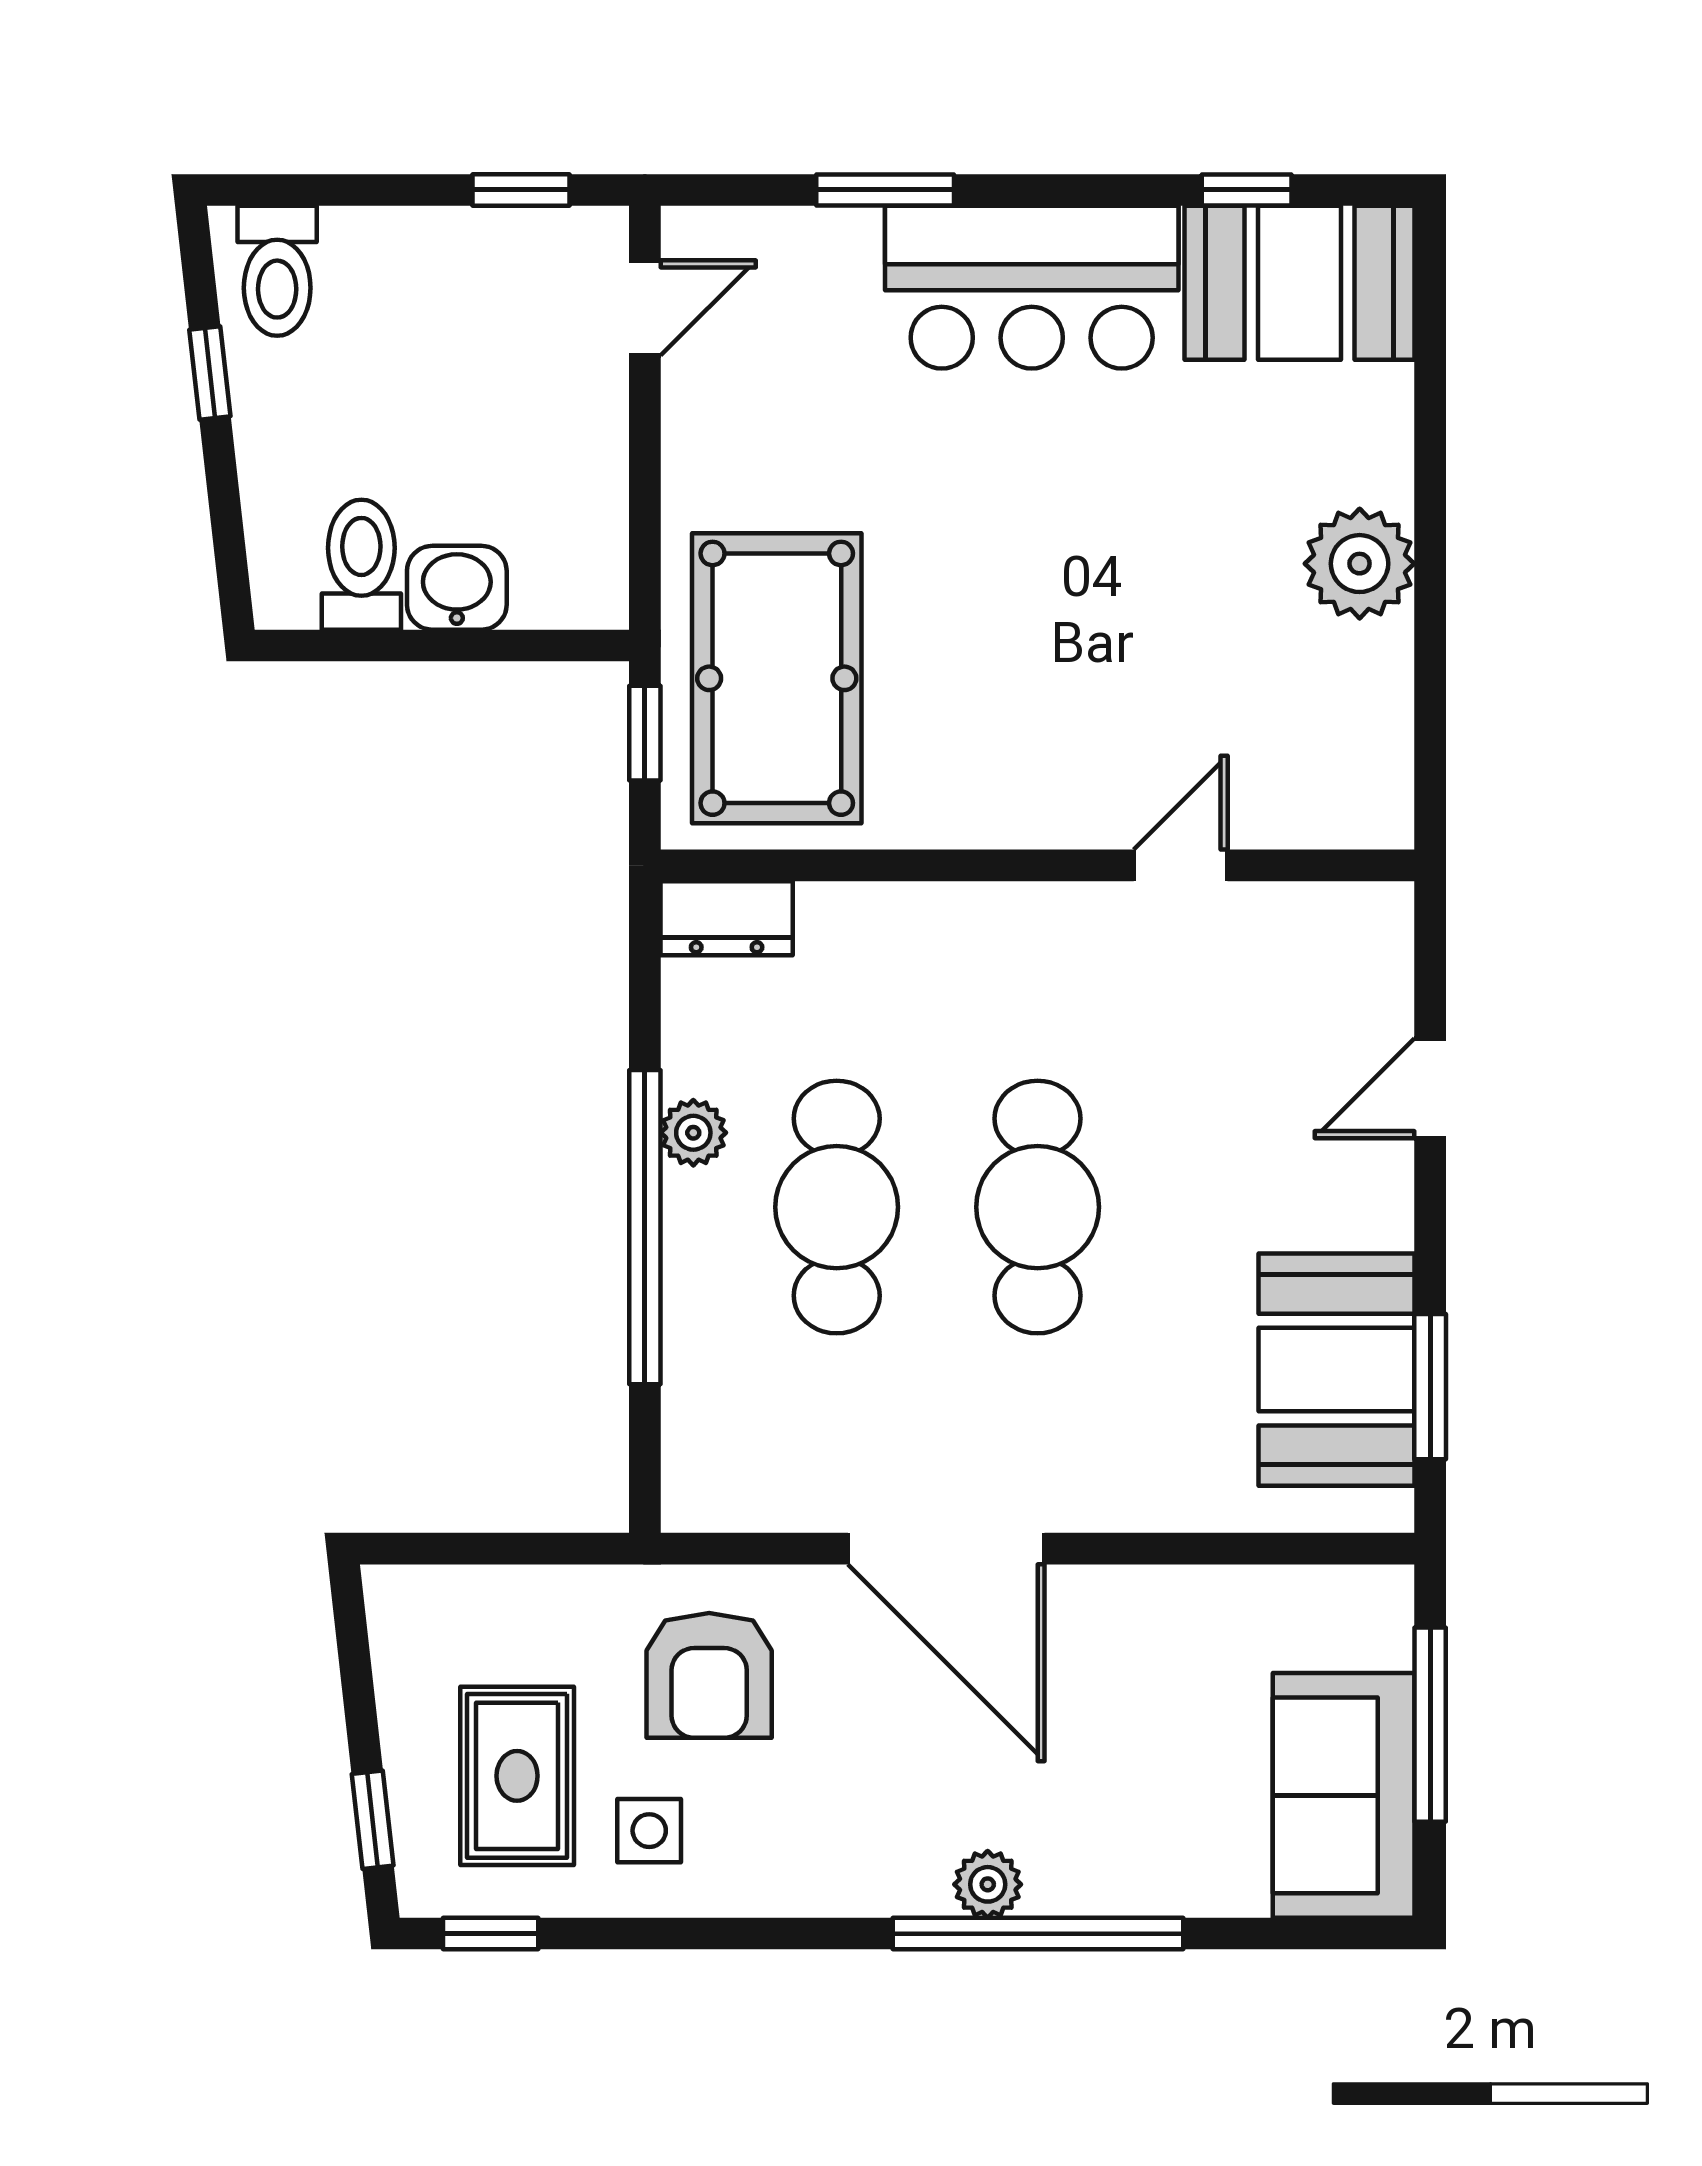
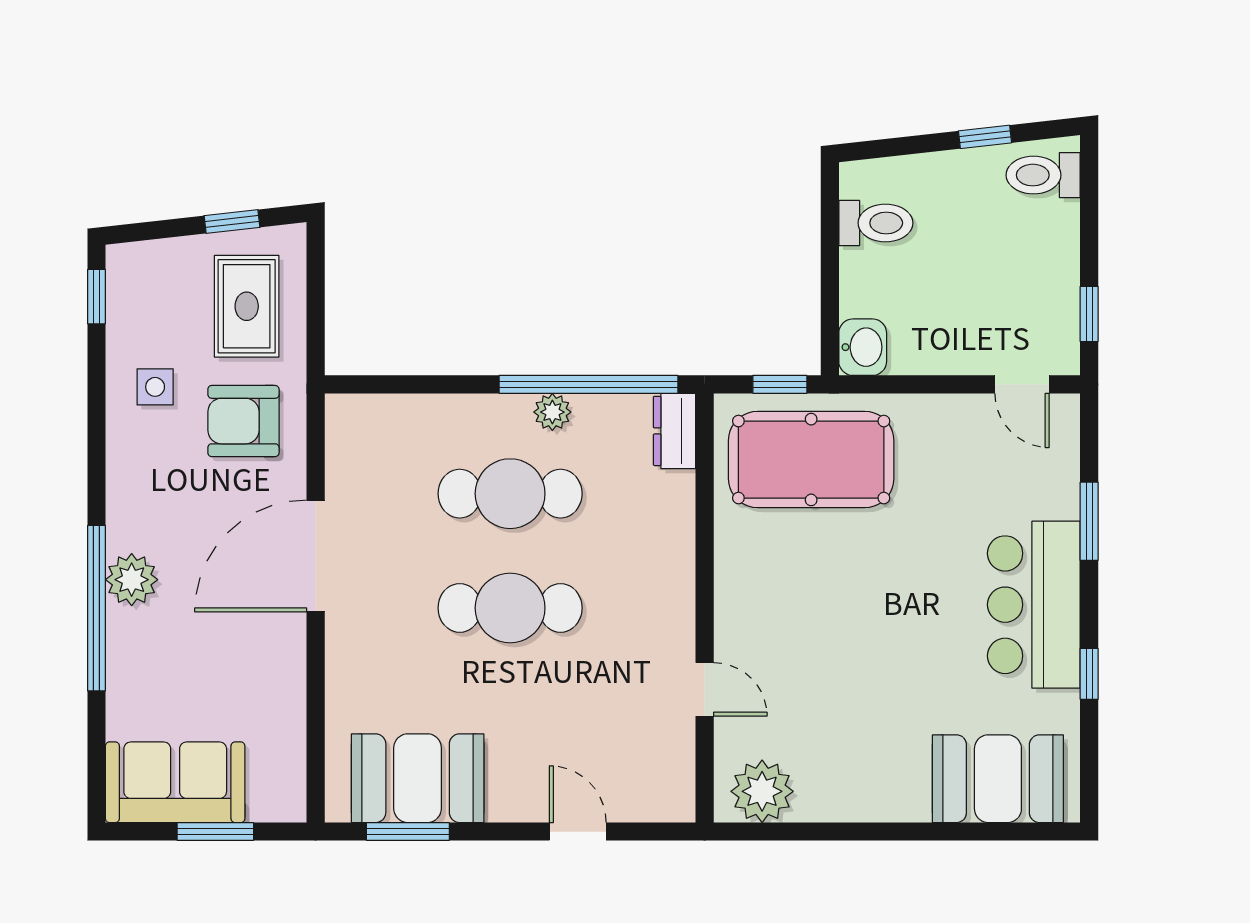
window: (1247, 190) -> (1089, 674), moved
booth: (1300, 283) -> (998, 779), moved, turned 90
plant: (1360, 564) -> (762, 791), moved
washbasin: (457, 588) -> (863, 347), moved
window: (645, 1227) -> (588, 384), moved
window: (1430, 1725) -> (215, 832), width x0.69
rug: (517, 1776) -> (247, 306), moved, turned 90
window: (373, 1820) -> (232, 221), moved
plant: (988, 1884) -> (132, 580), width x1.38, depth x1.38

